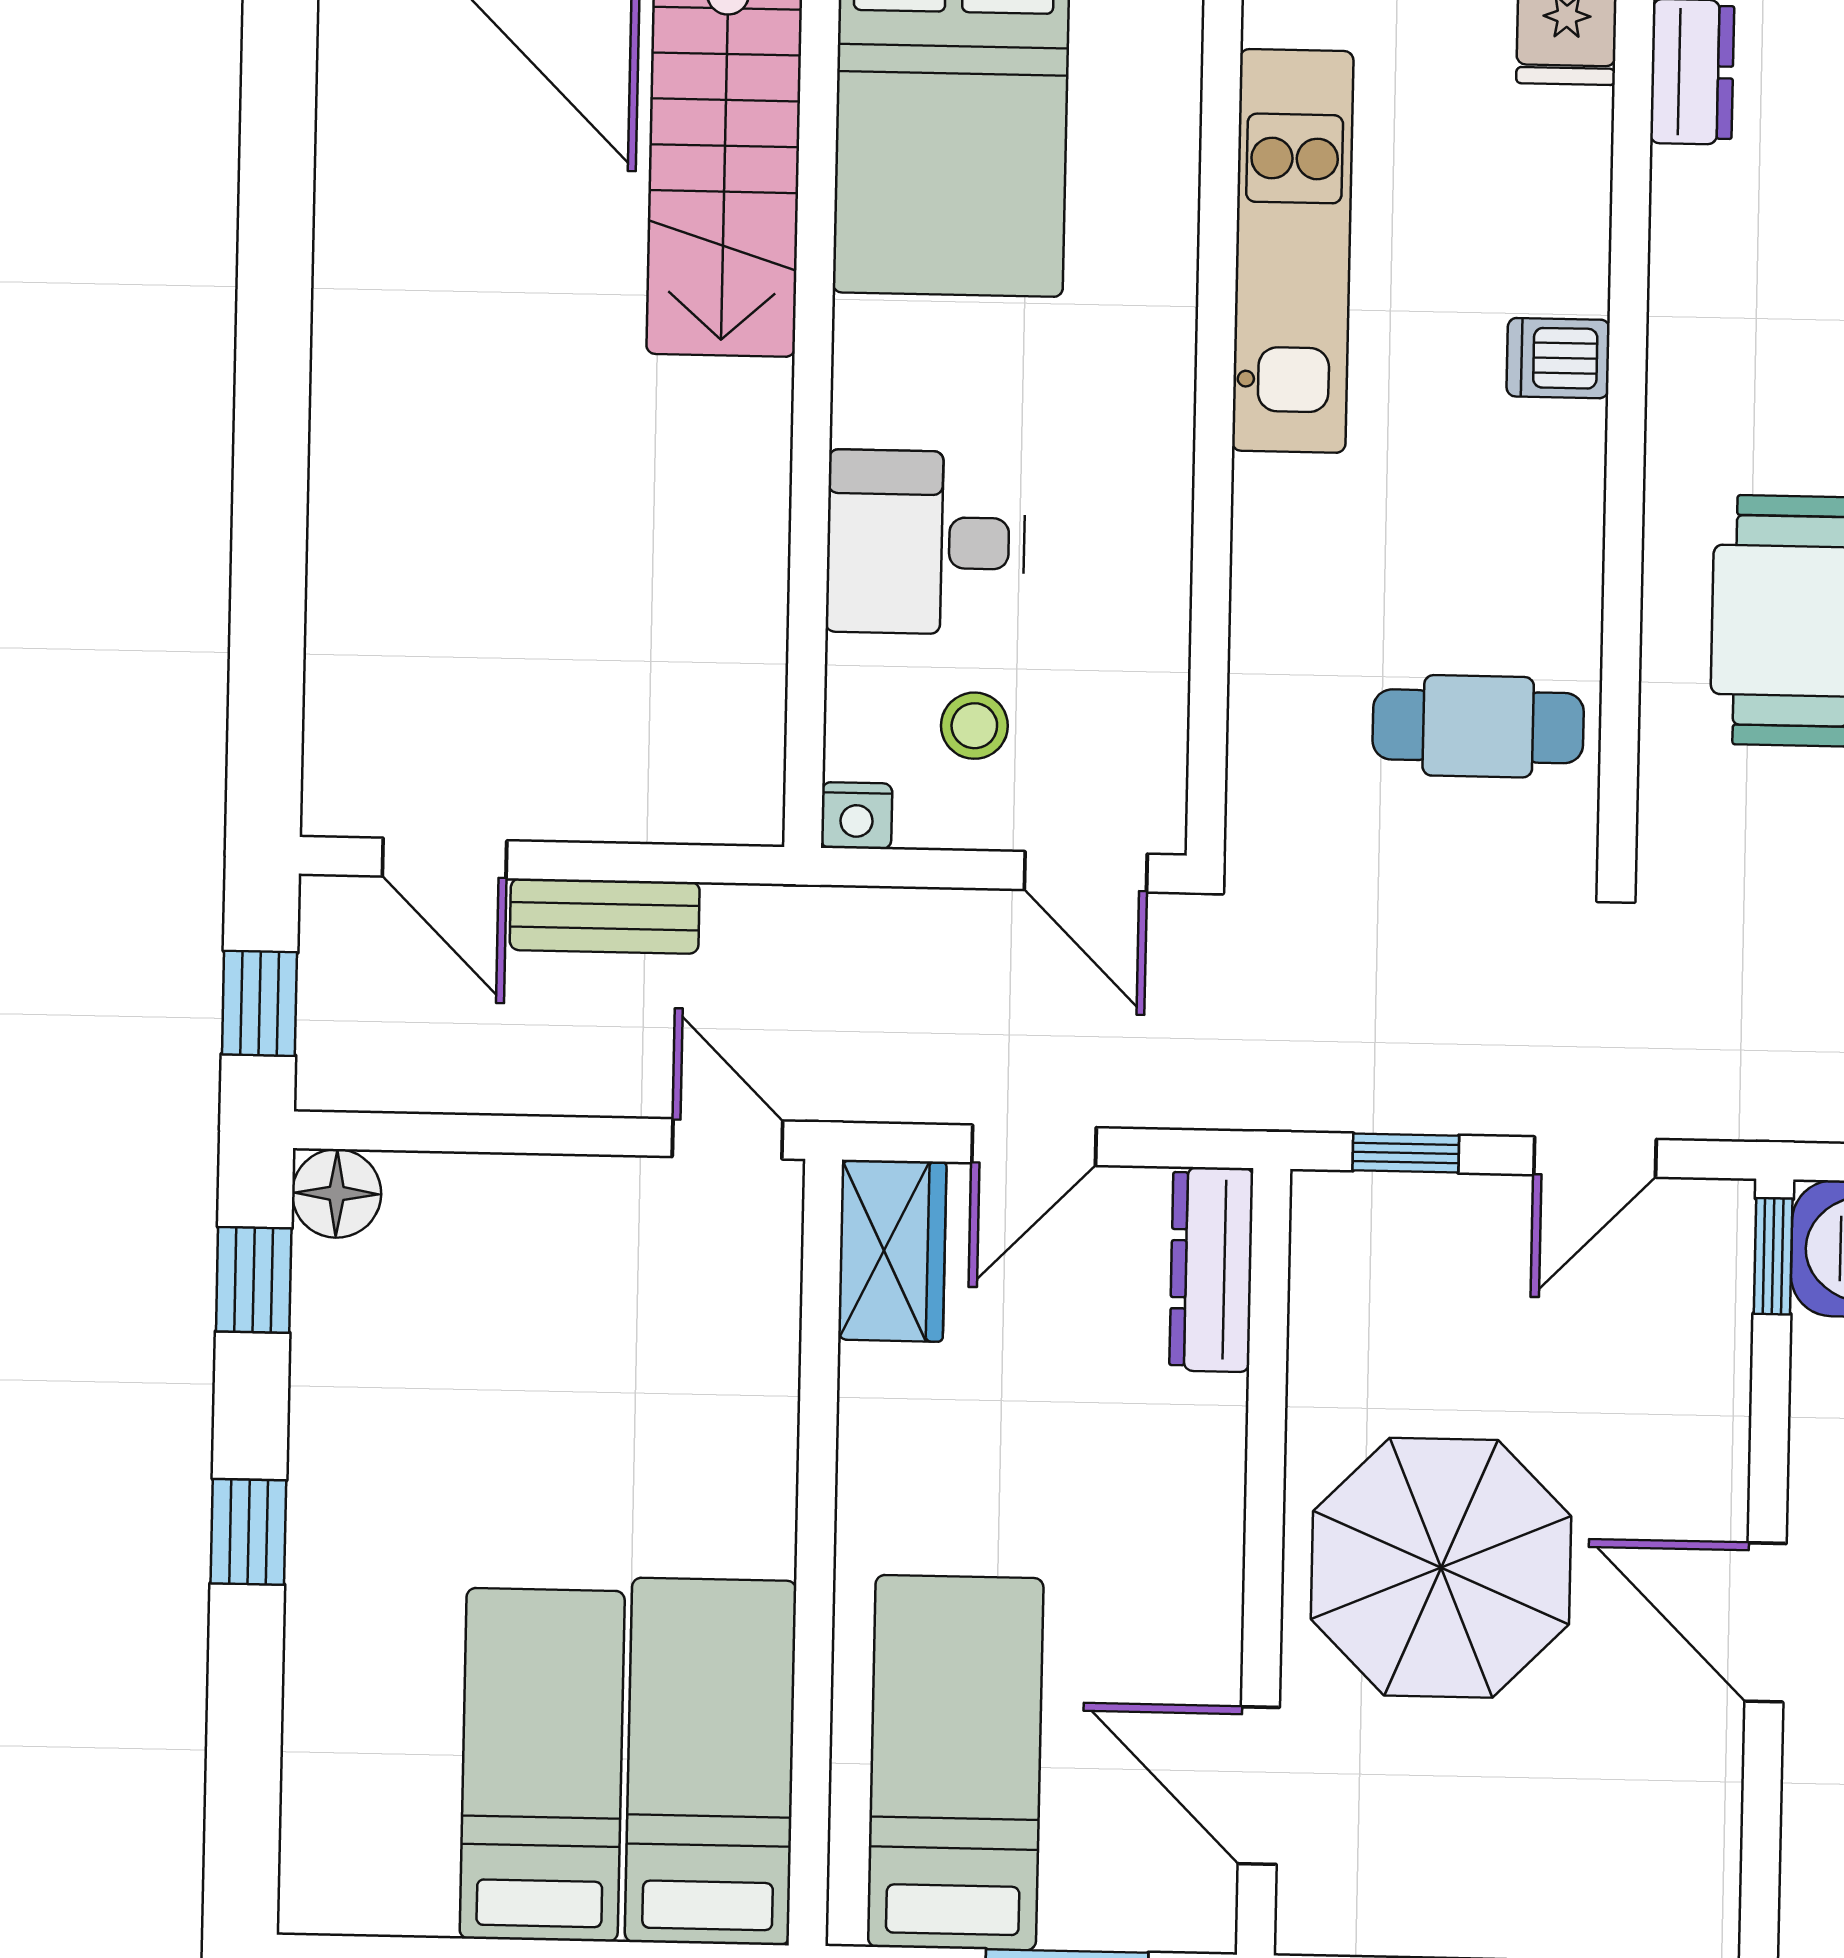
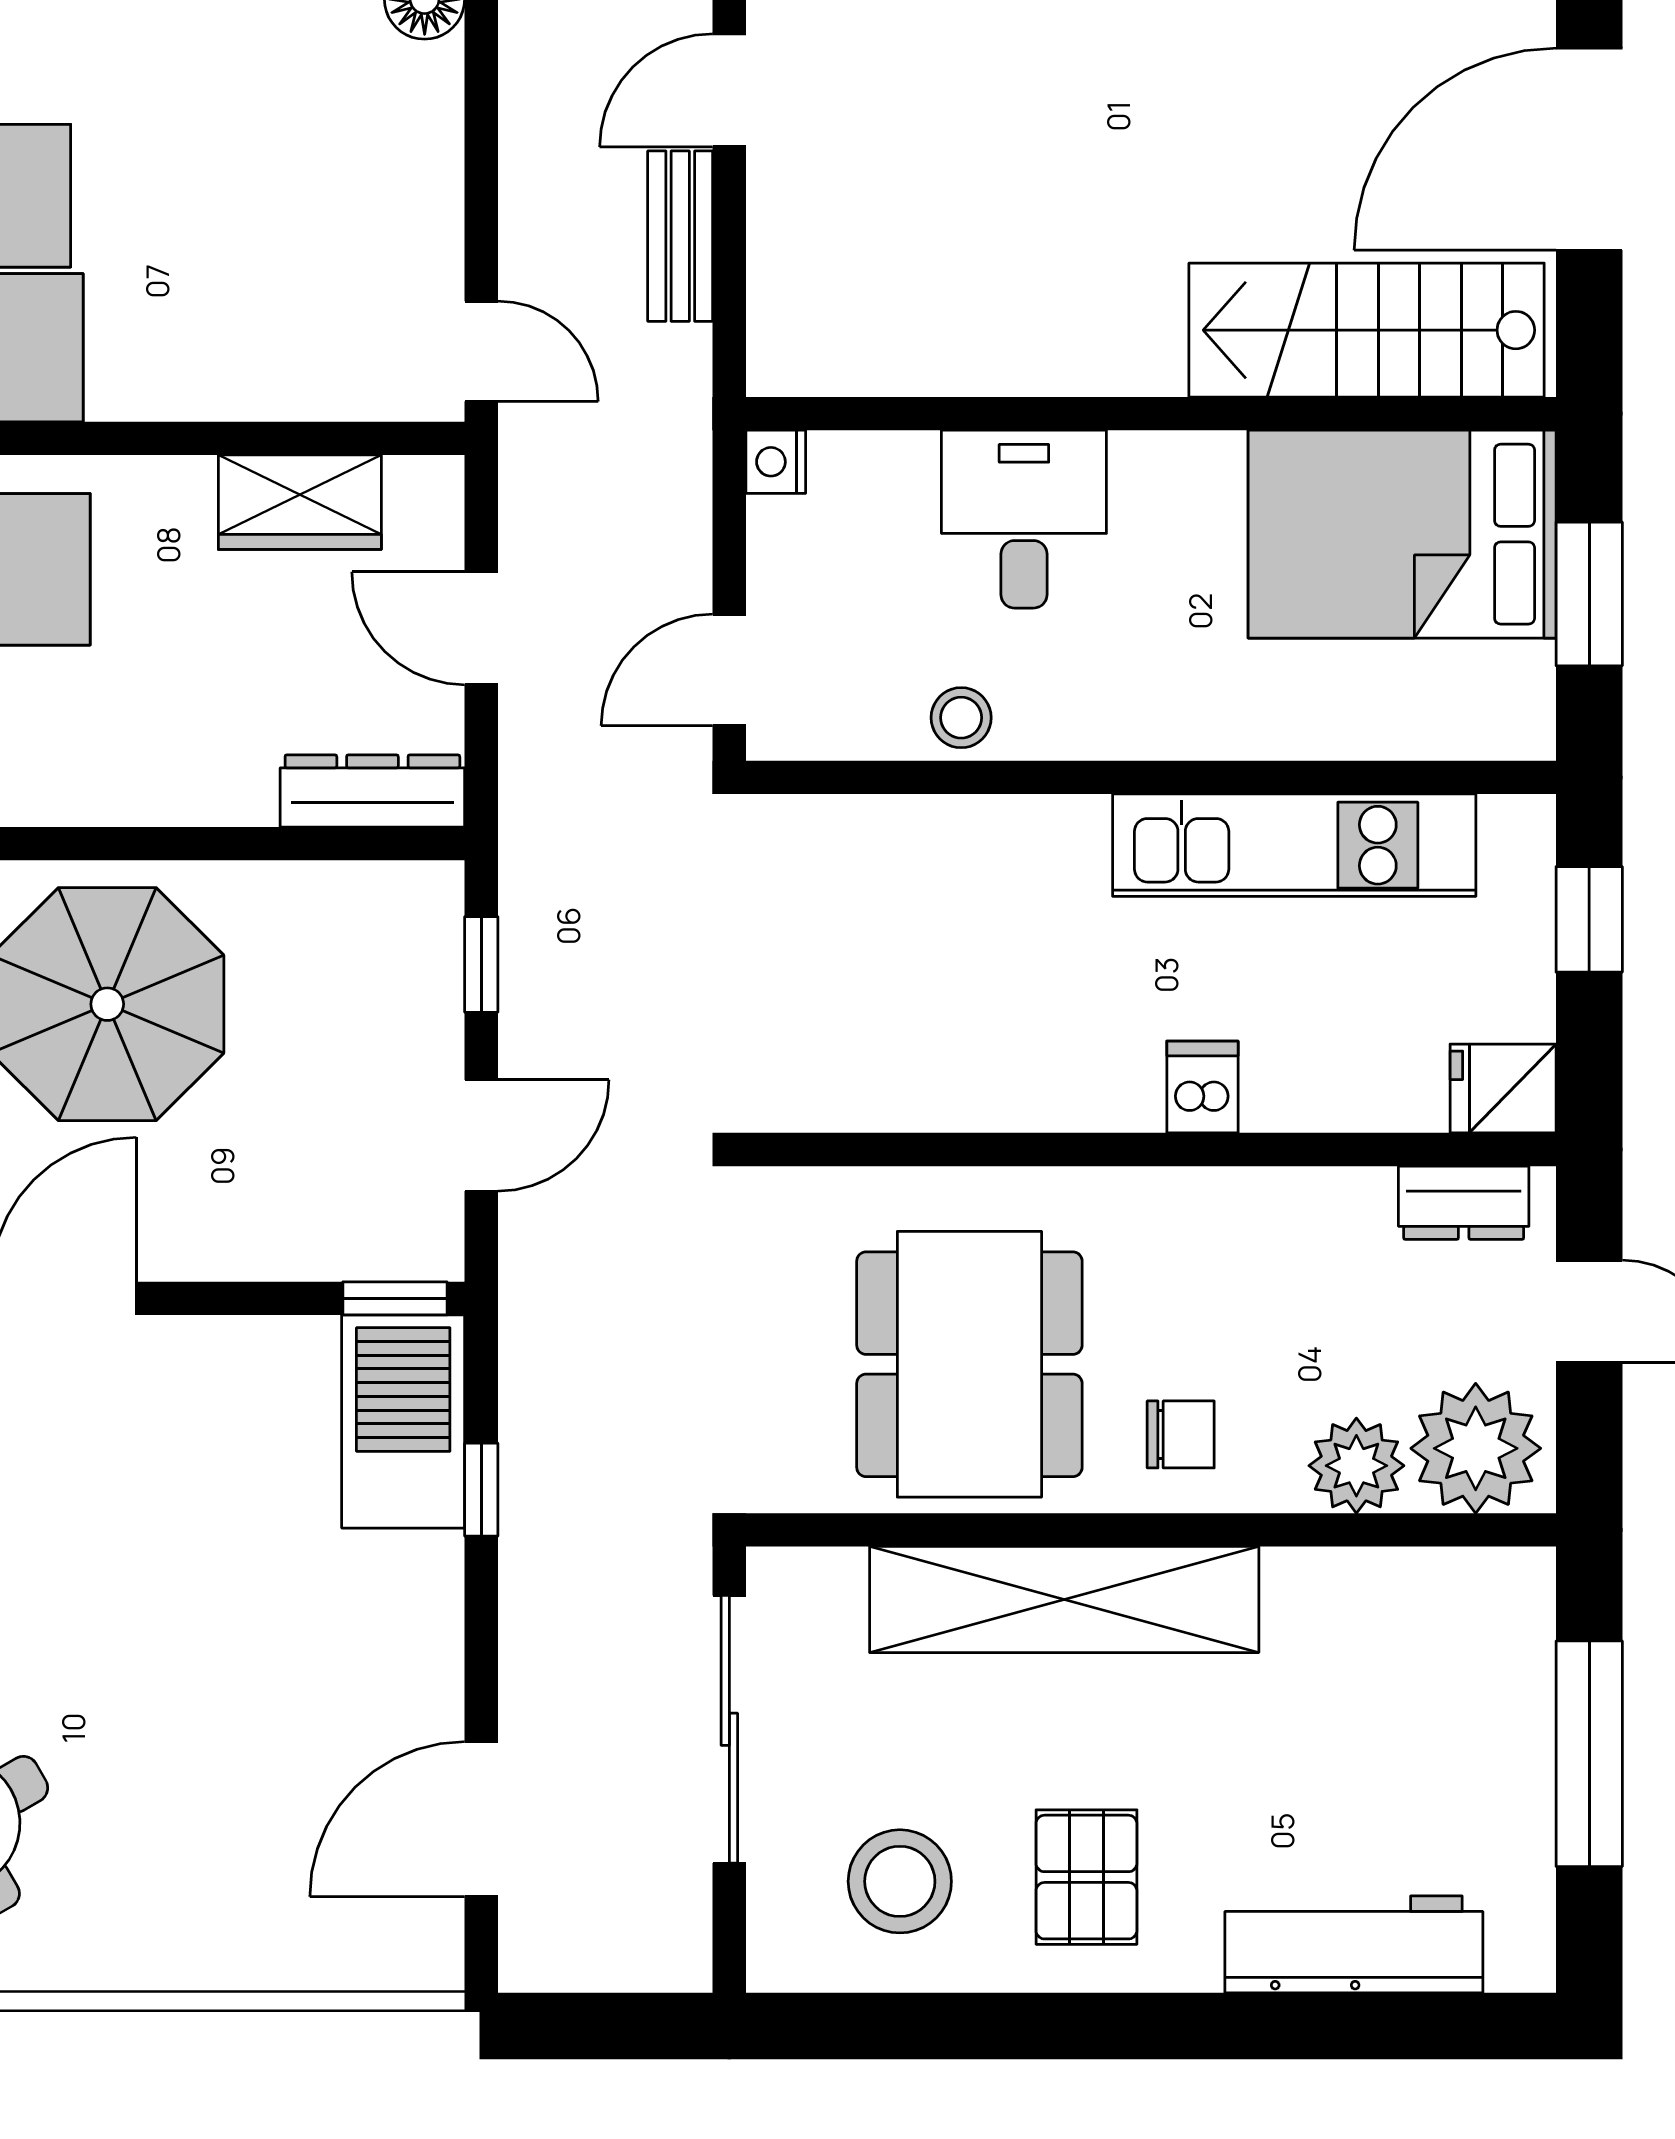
stool: (974, 726) -> (961, 718), moved
cafe table: (1478, 726) -> (868, 1022), removed
door: (727, 1139) -> (481, 351), hinge flipped
door: (1595, 1157) -> (481, 1136), swing flipped
wardrobe: (892, 1251) -> (300, 502), moved

